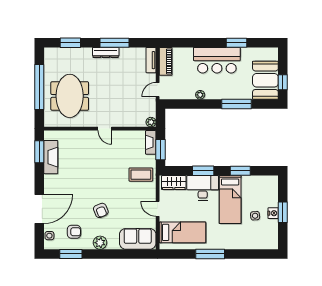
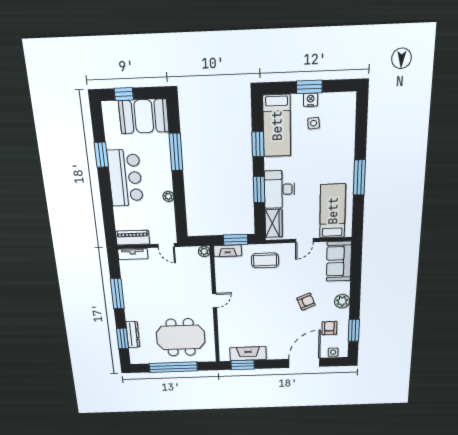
dresser: (106, 53) -> (133, 334), moved
window: (283, 82) -> (124, 94), moved
coffee table: (141, 175) -> (265, 260), turned 90
bed: (230, 199) -> (277, 126), moved, turned 90
door: (39, 209) -> (304, 363), hinge flipped

